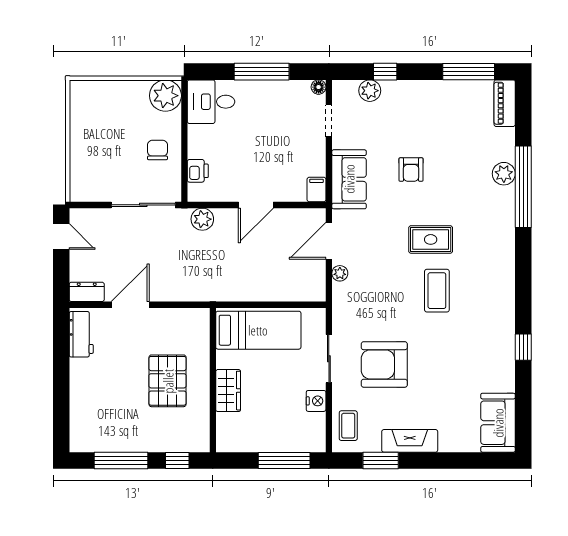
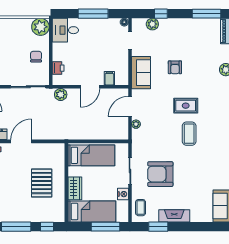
filing cabinet: (317, 189) -> (109, 78), moved
bed: (259, 433) -> (92, 212), added

